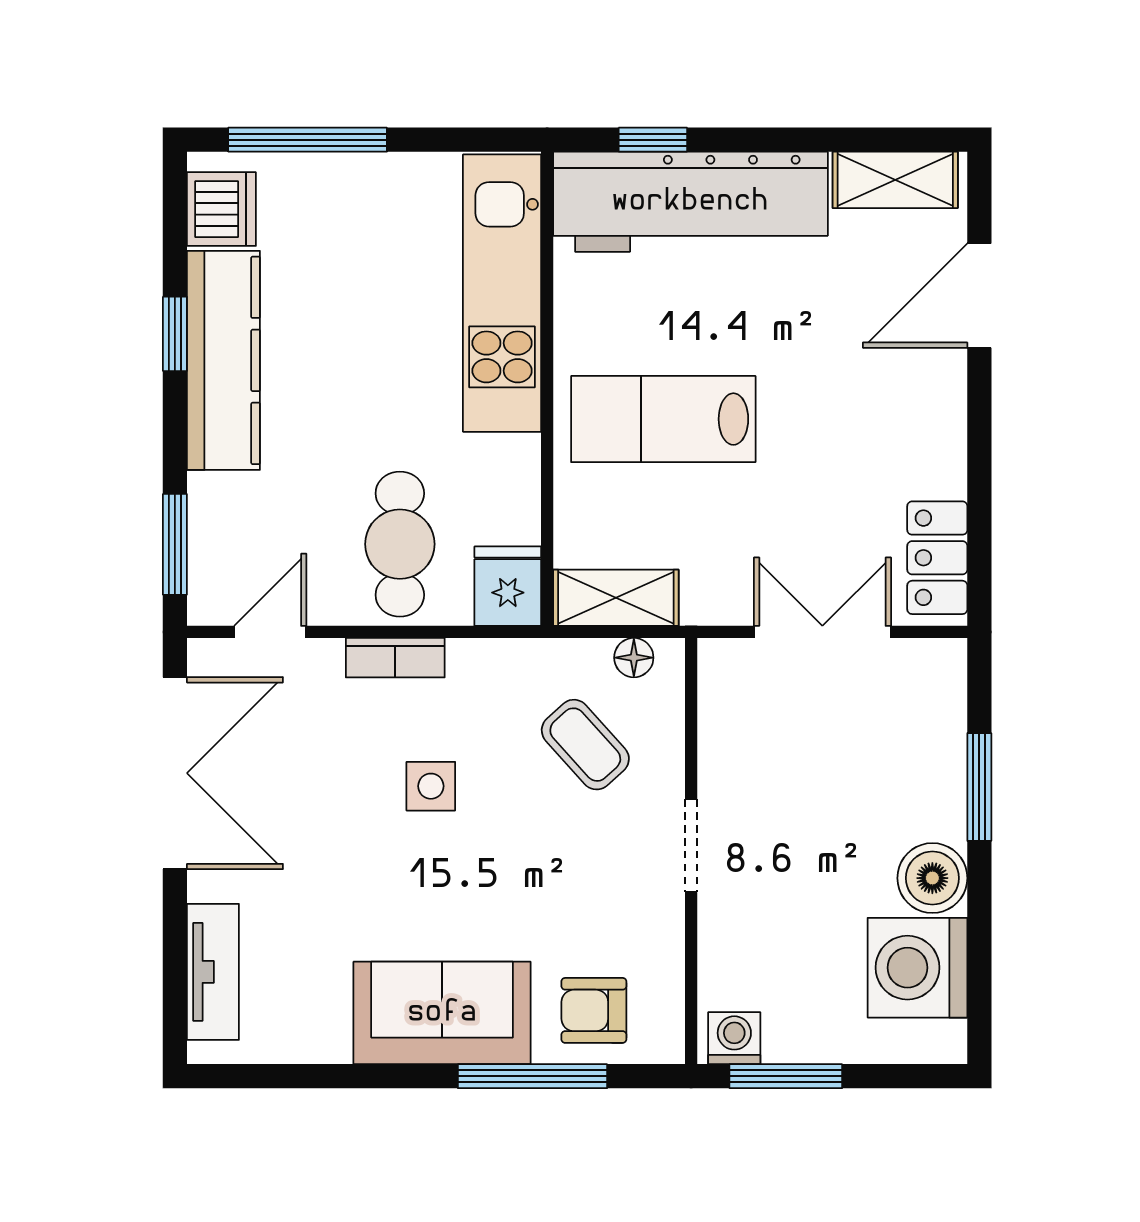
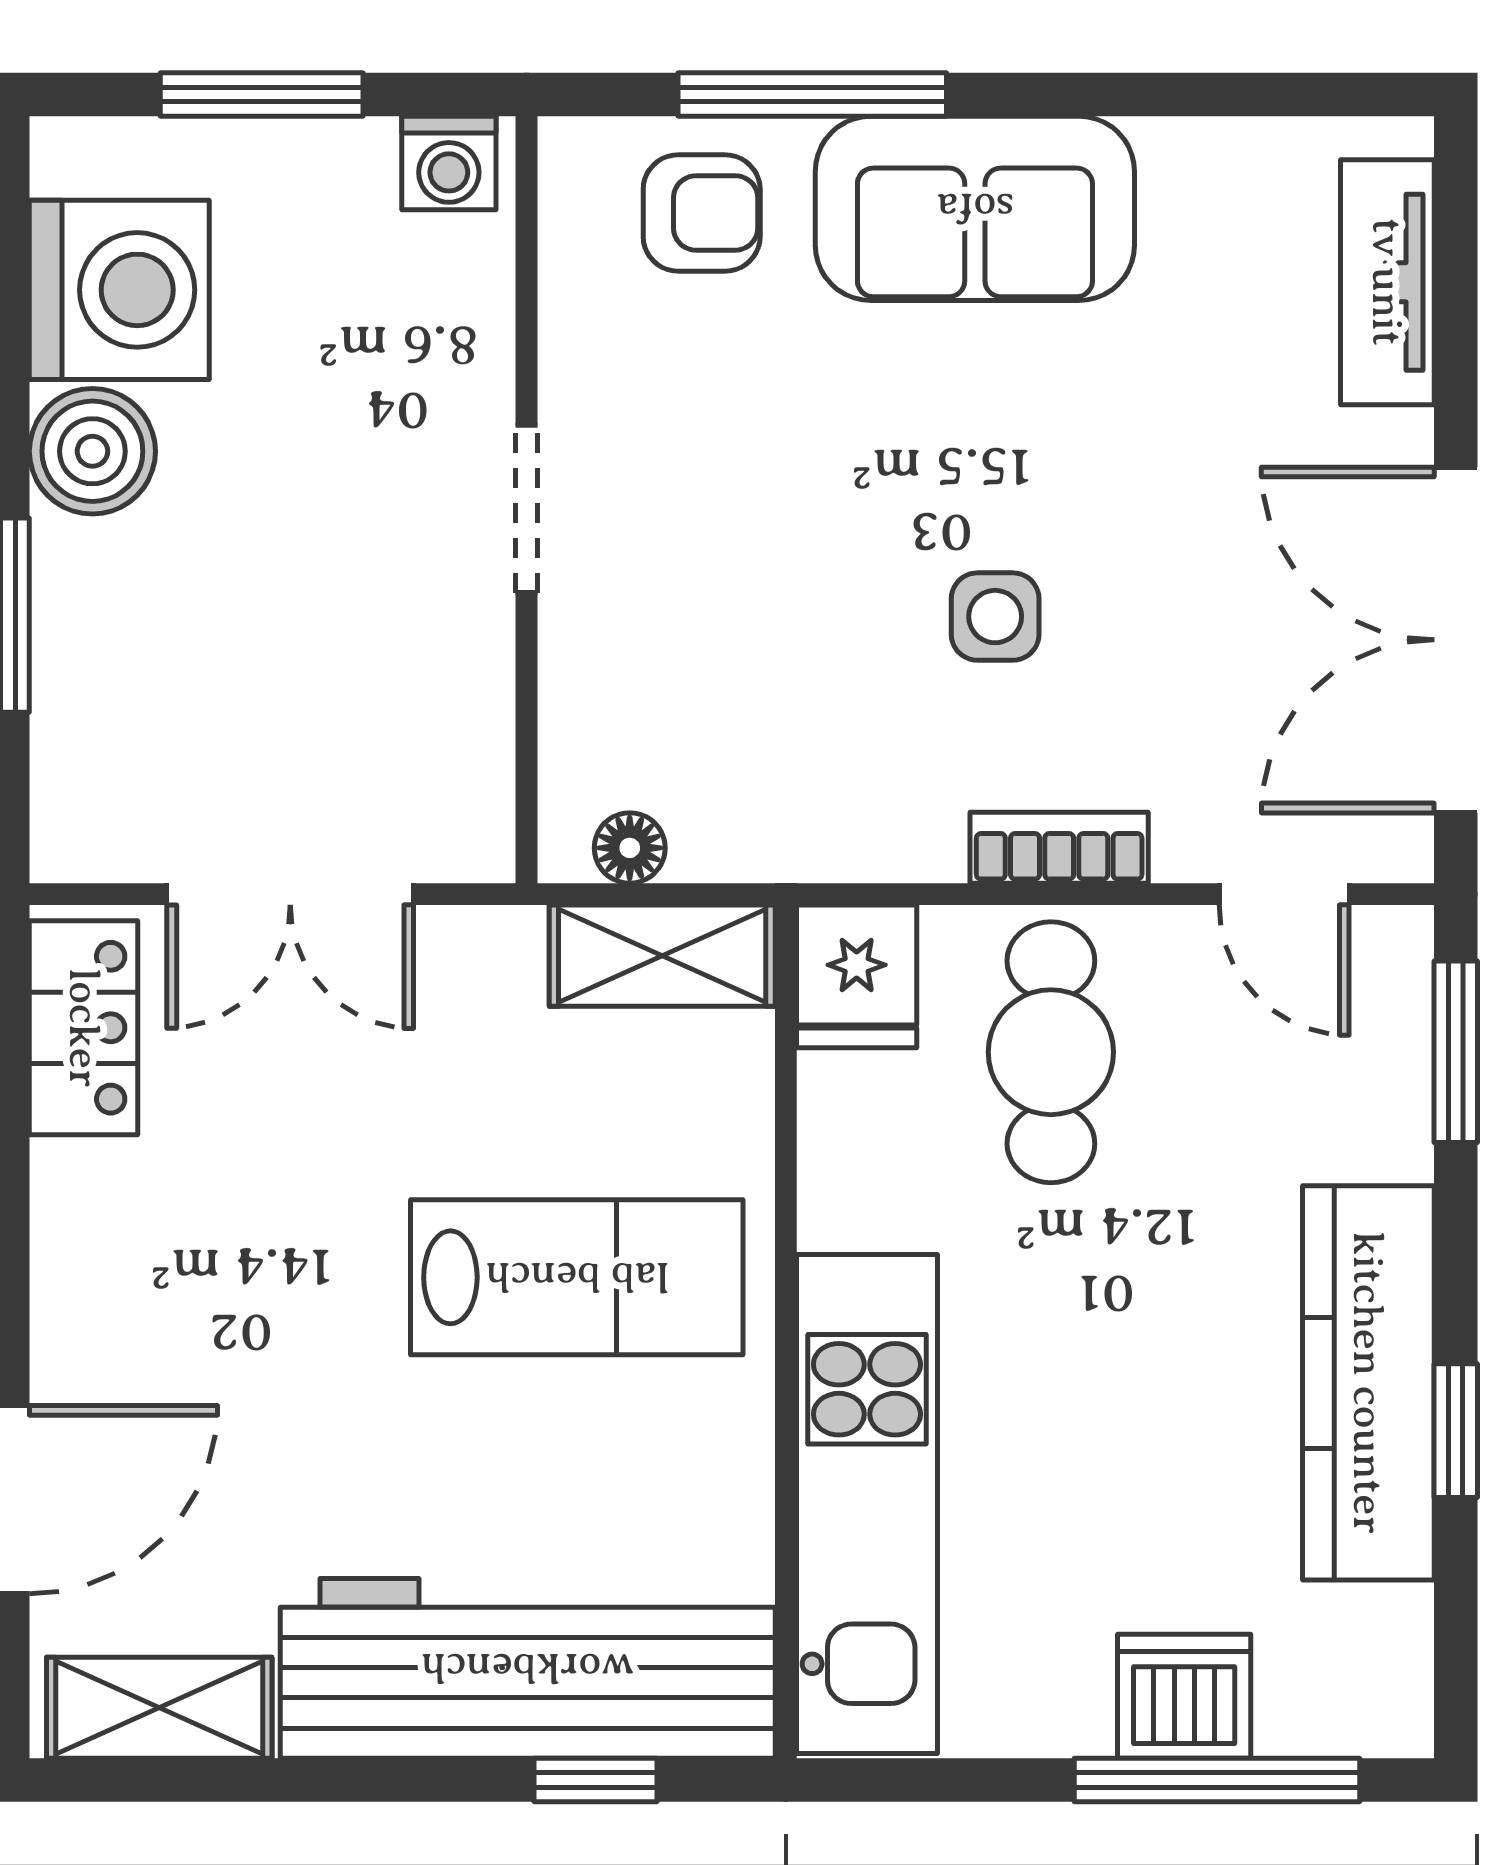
dishwasher: (221, 209) -> (1184, 1696), moved, turned 90
door: (270, 632) -> (1284, 894), hinge flipped
coffee table: (585, 745) -> (717, 691), removed
window: (786, 1076) -> (262, 95), moved

